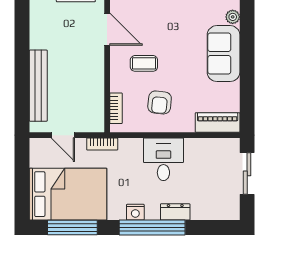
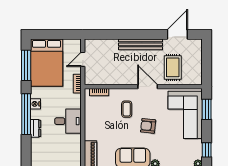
door: (107, 29) -> (148, 87), swing flipped
bench: (38, 86) -> (141, 44), moved
armchair: (160, 102) -> (148, 126), moved

